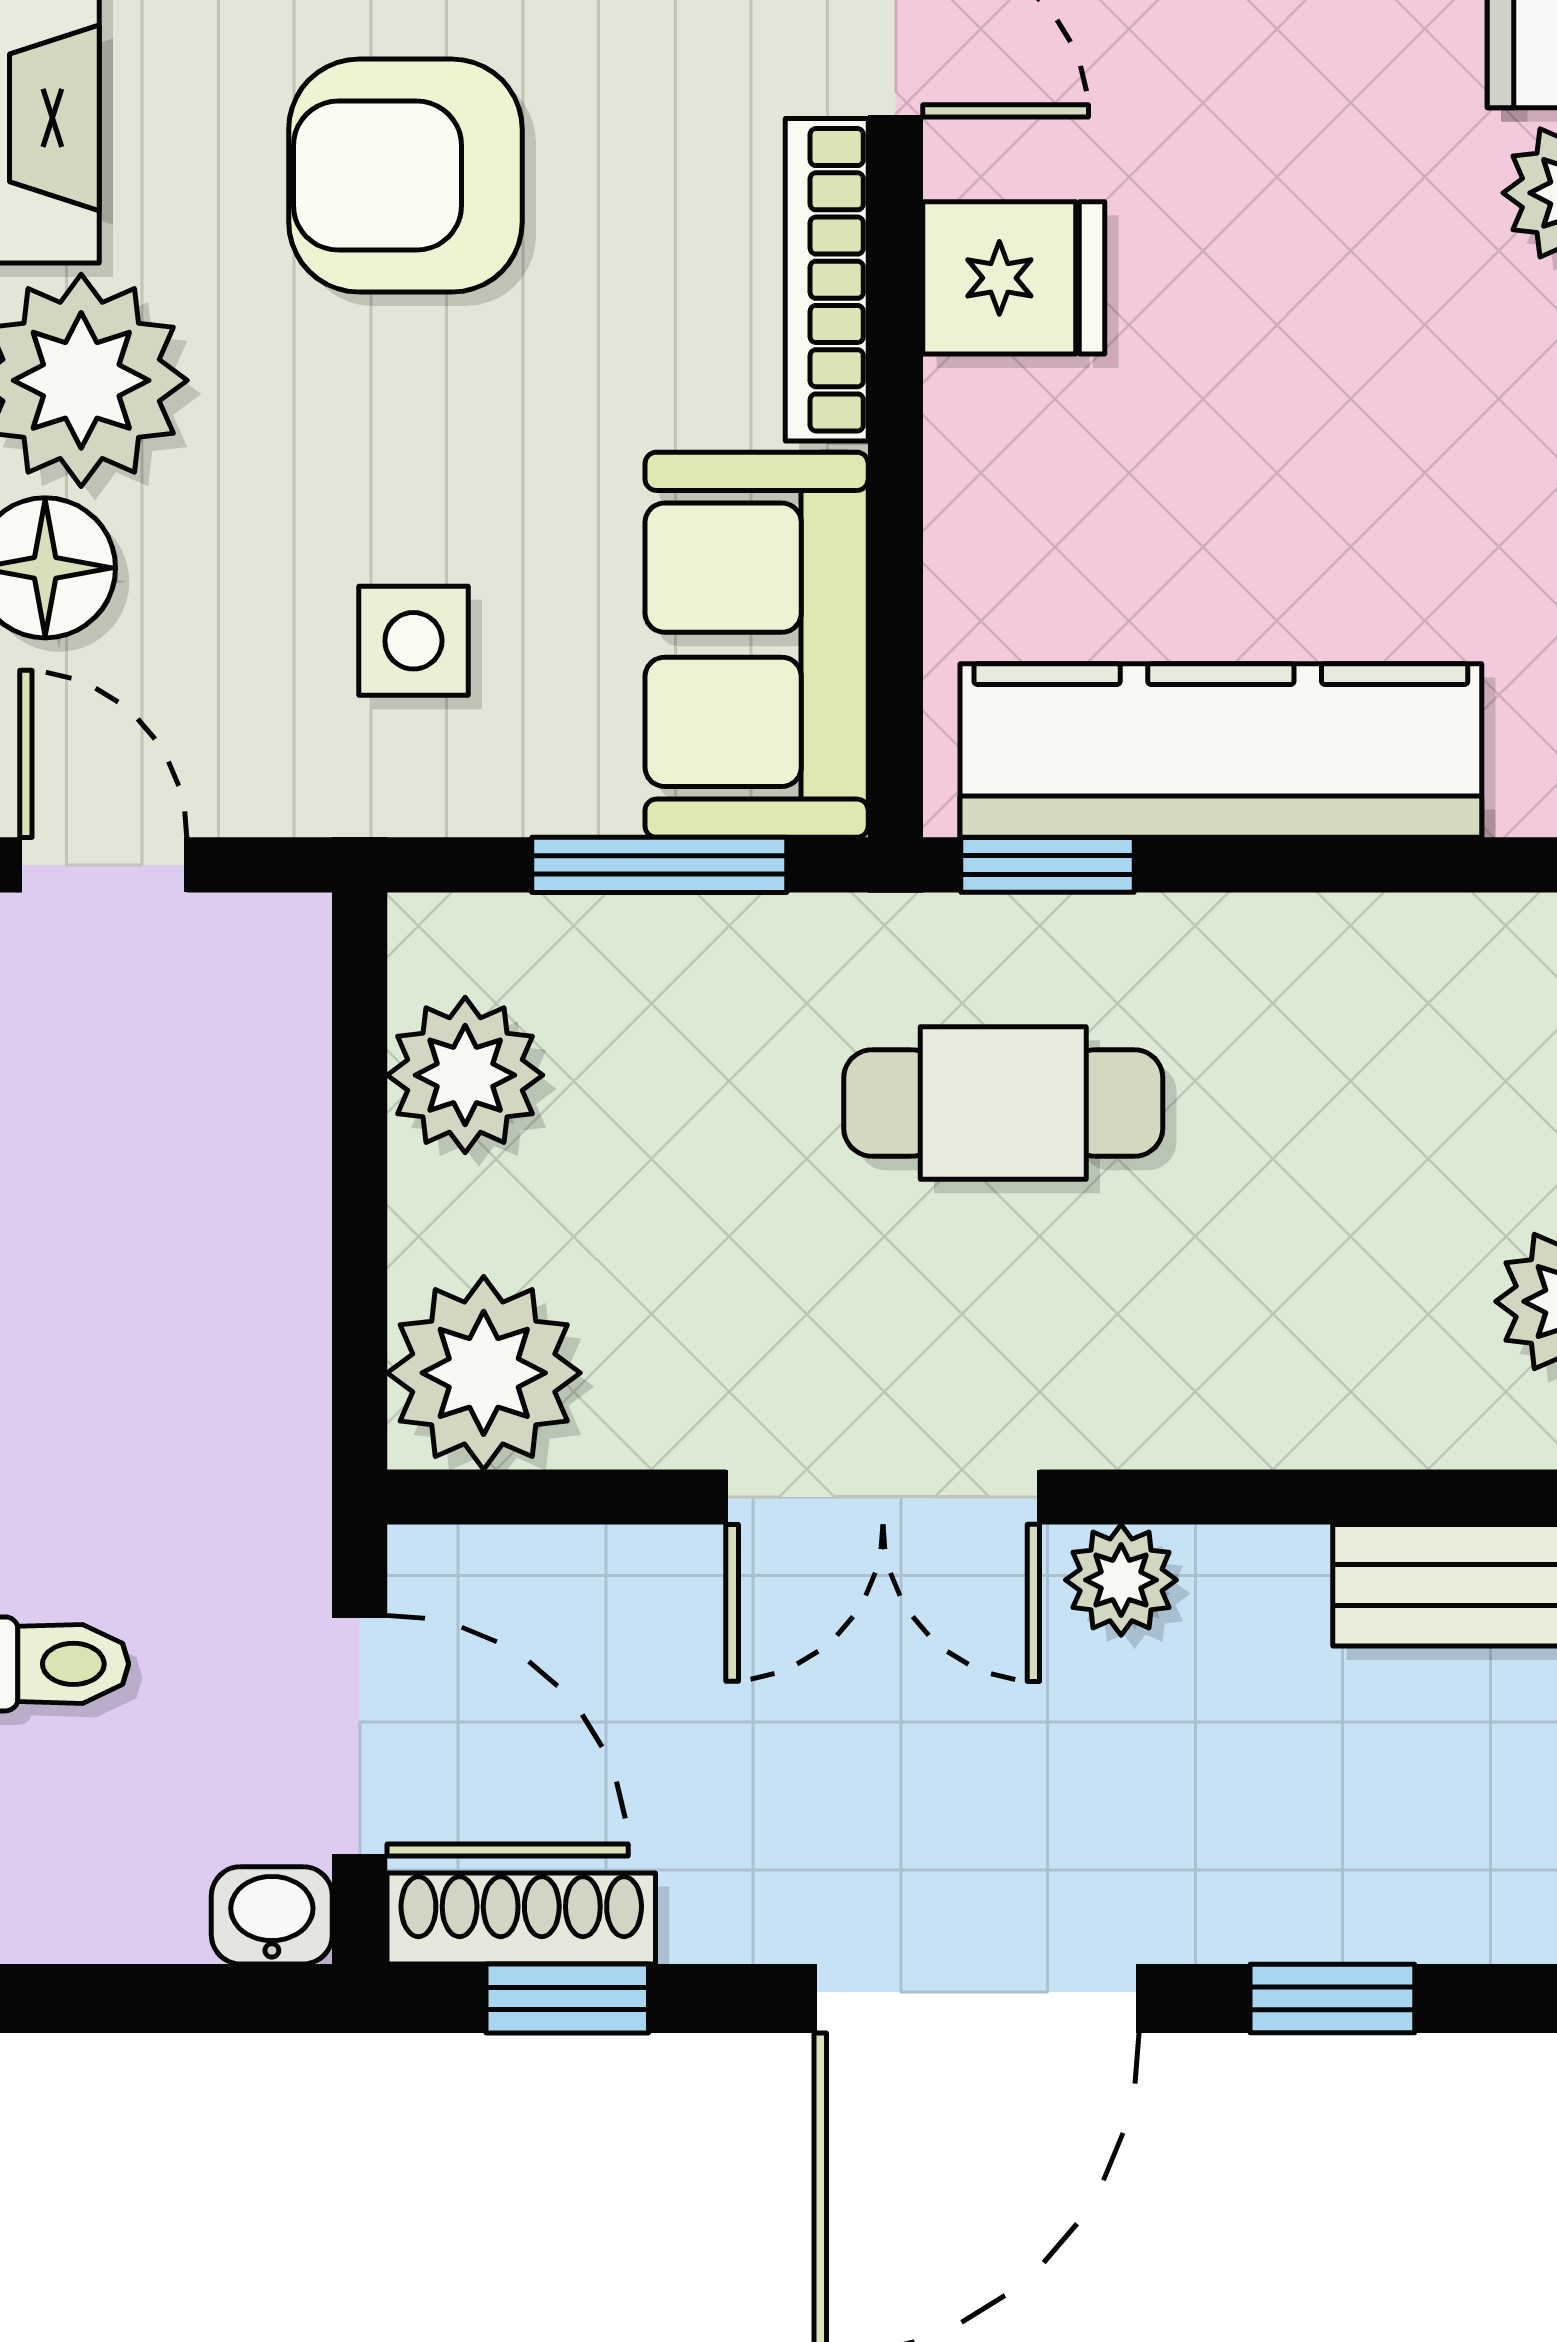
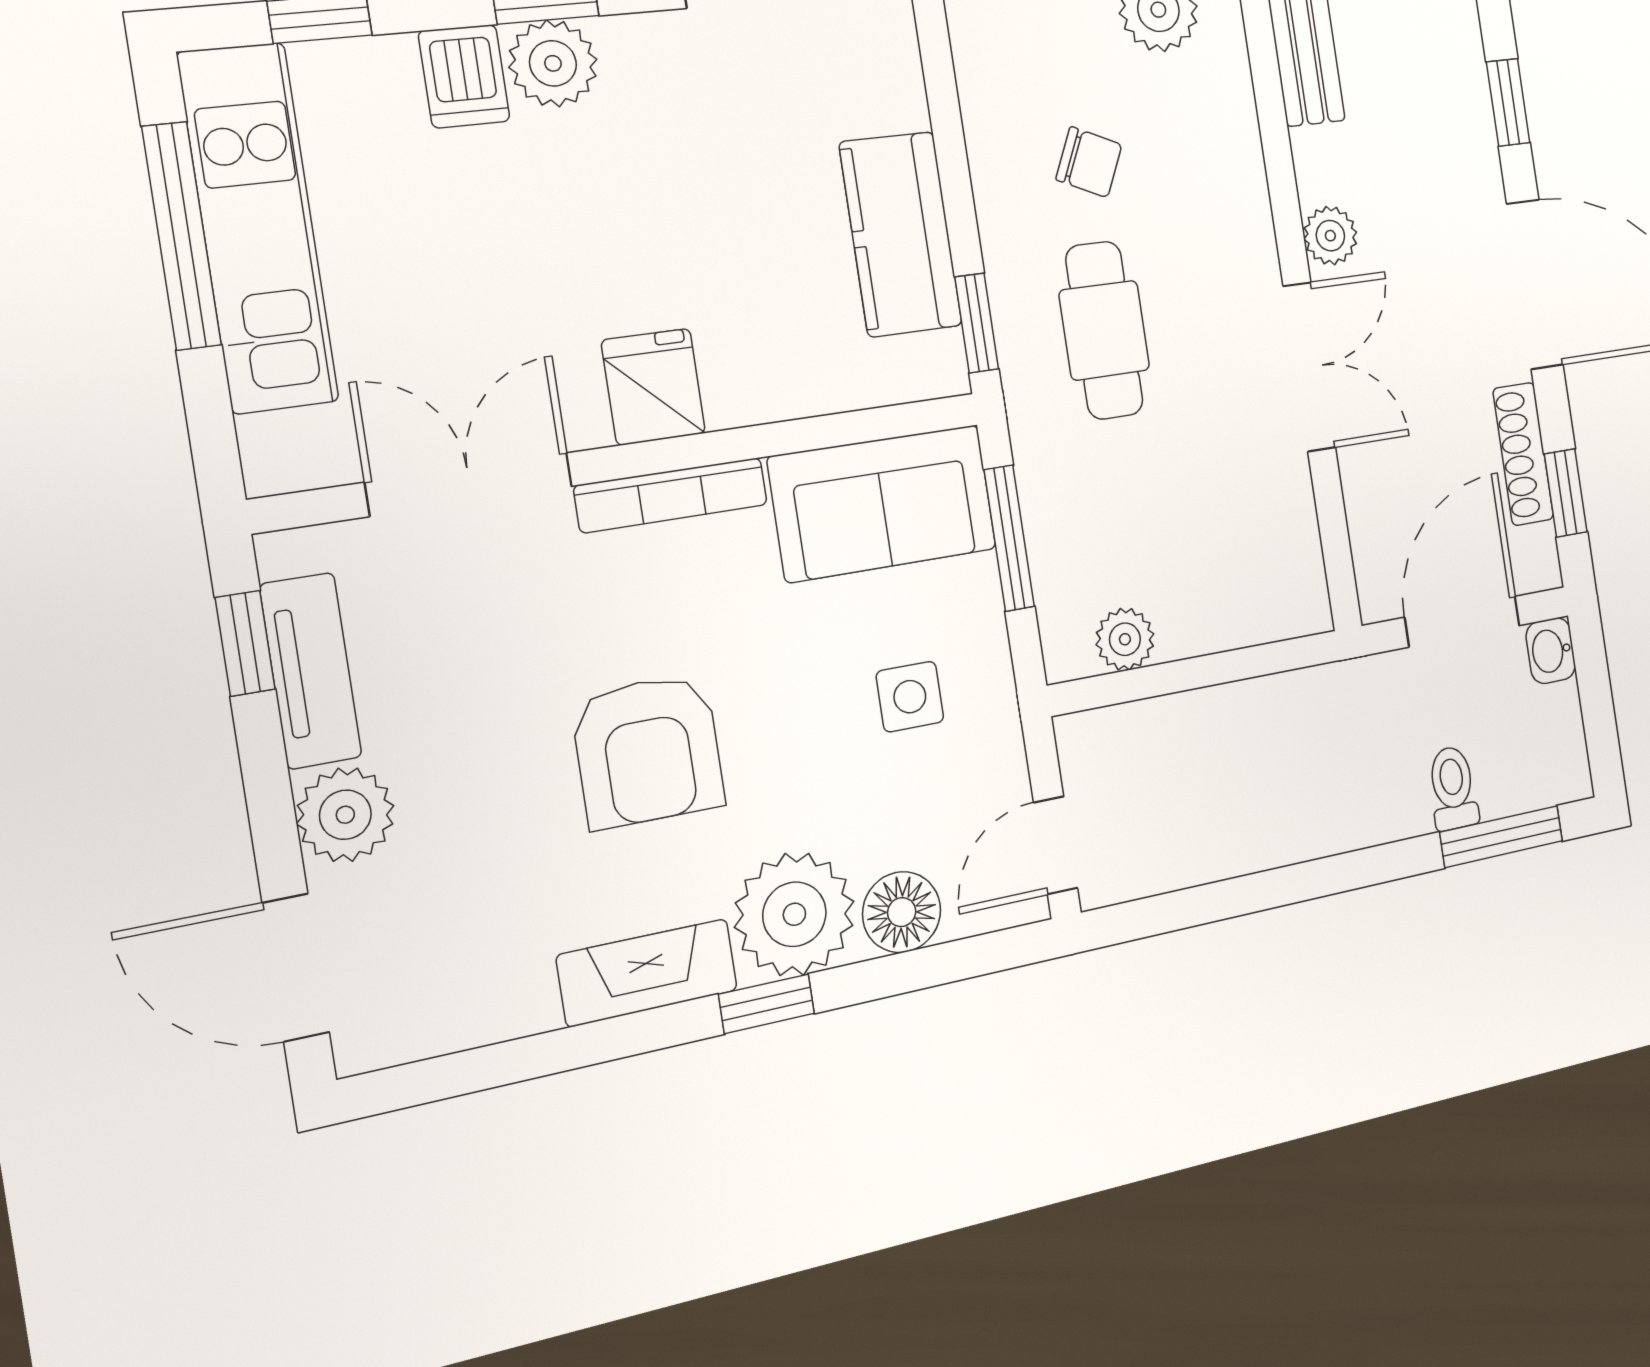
kitchen counter: (1221, 751) -> (901, 234), width x0.67
plant: (465, 1075) -> (1125, 639), width x0.73, depth x0.73
chair: (1310, 1122) -> (1089, 162), added
plant: (484, 1373) -> (1281, 589), removed
shoe rack: (521, 1919) -> (1523, 454), moved

